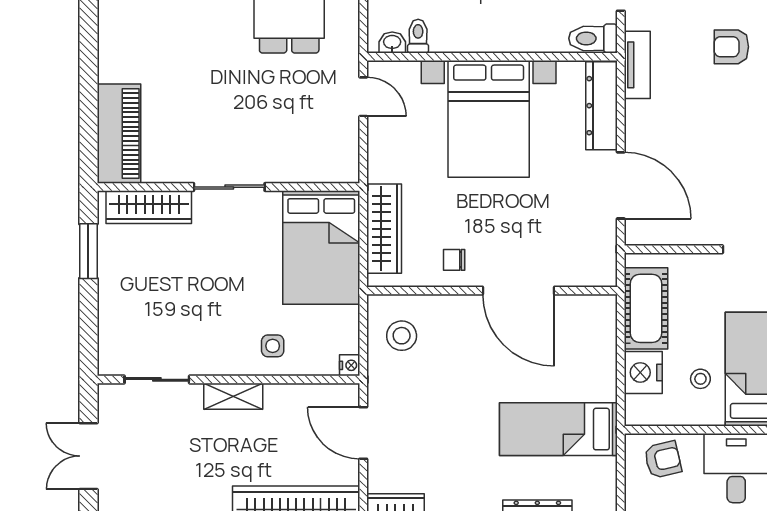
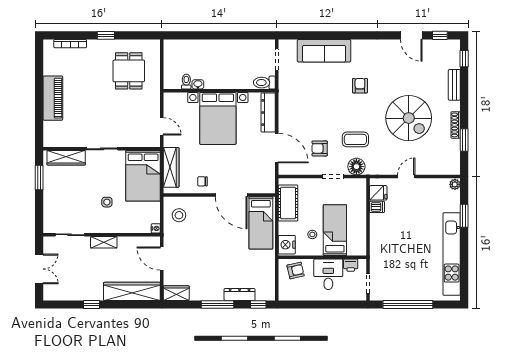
washbasin: (392, 43) -> (198, 84), moved
armchair: (731, 47) -> (320, 148), moved
tv unit: (637, 65) -> (284, 94), removed
door: (363, 97) -> (162, 126), moved
piano: (119, 134) -> (53, 98), moved
side table: (273, 346) -> (107, 202), moved
nightstand: (643, 372) -> (287, 245), moved
bed: (558, 429) -> (261, 223), moved, turned -90
double door: (88, 456) -> (39, 269), swing flipped

